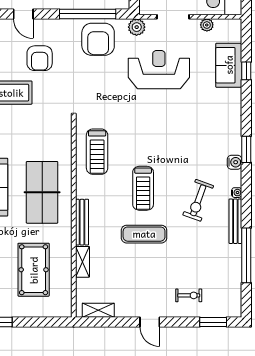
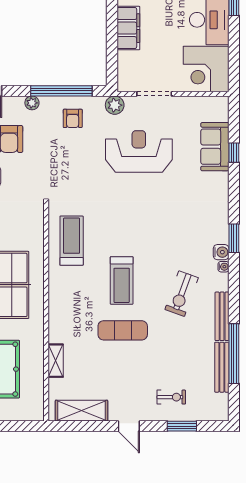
plant: (207, 25) -> (32, 103), moved
armchair: (98, 39) -> (73, 118), width x0.53, depth x0.53
treadmill: (97, 152) -> (72, 241), turned 180
water cooler: (237, 193) -> (223, 267), moved
bench: (82, 222) -> (222, 367), moved
shelving: (98, 310) -> (81, 411), width x1.50, depth x1.33
window: (213, 322) -> (182, 426), moved

